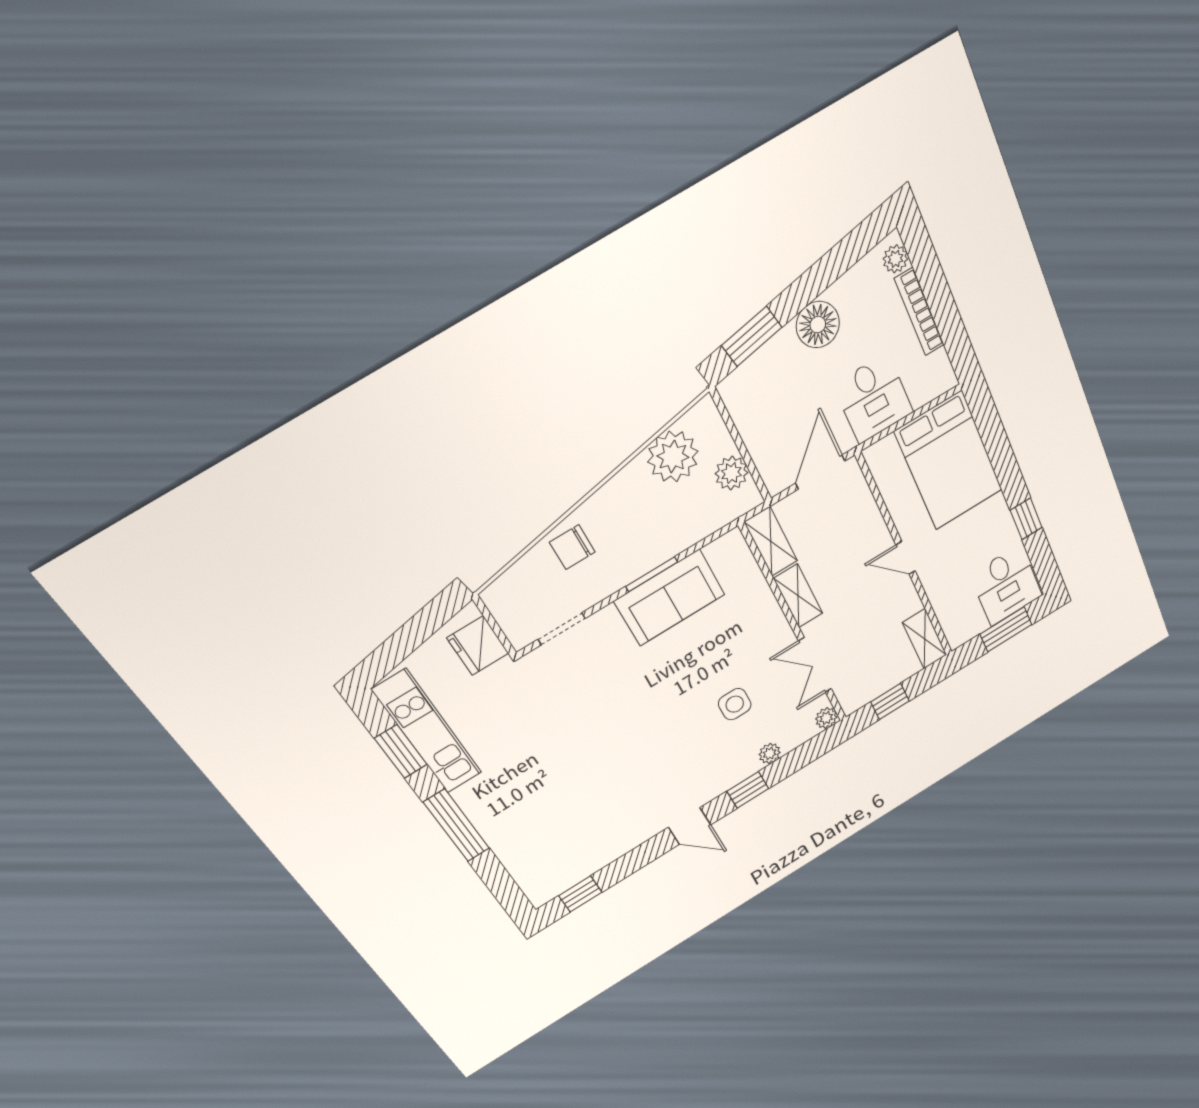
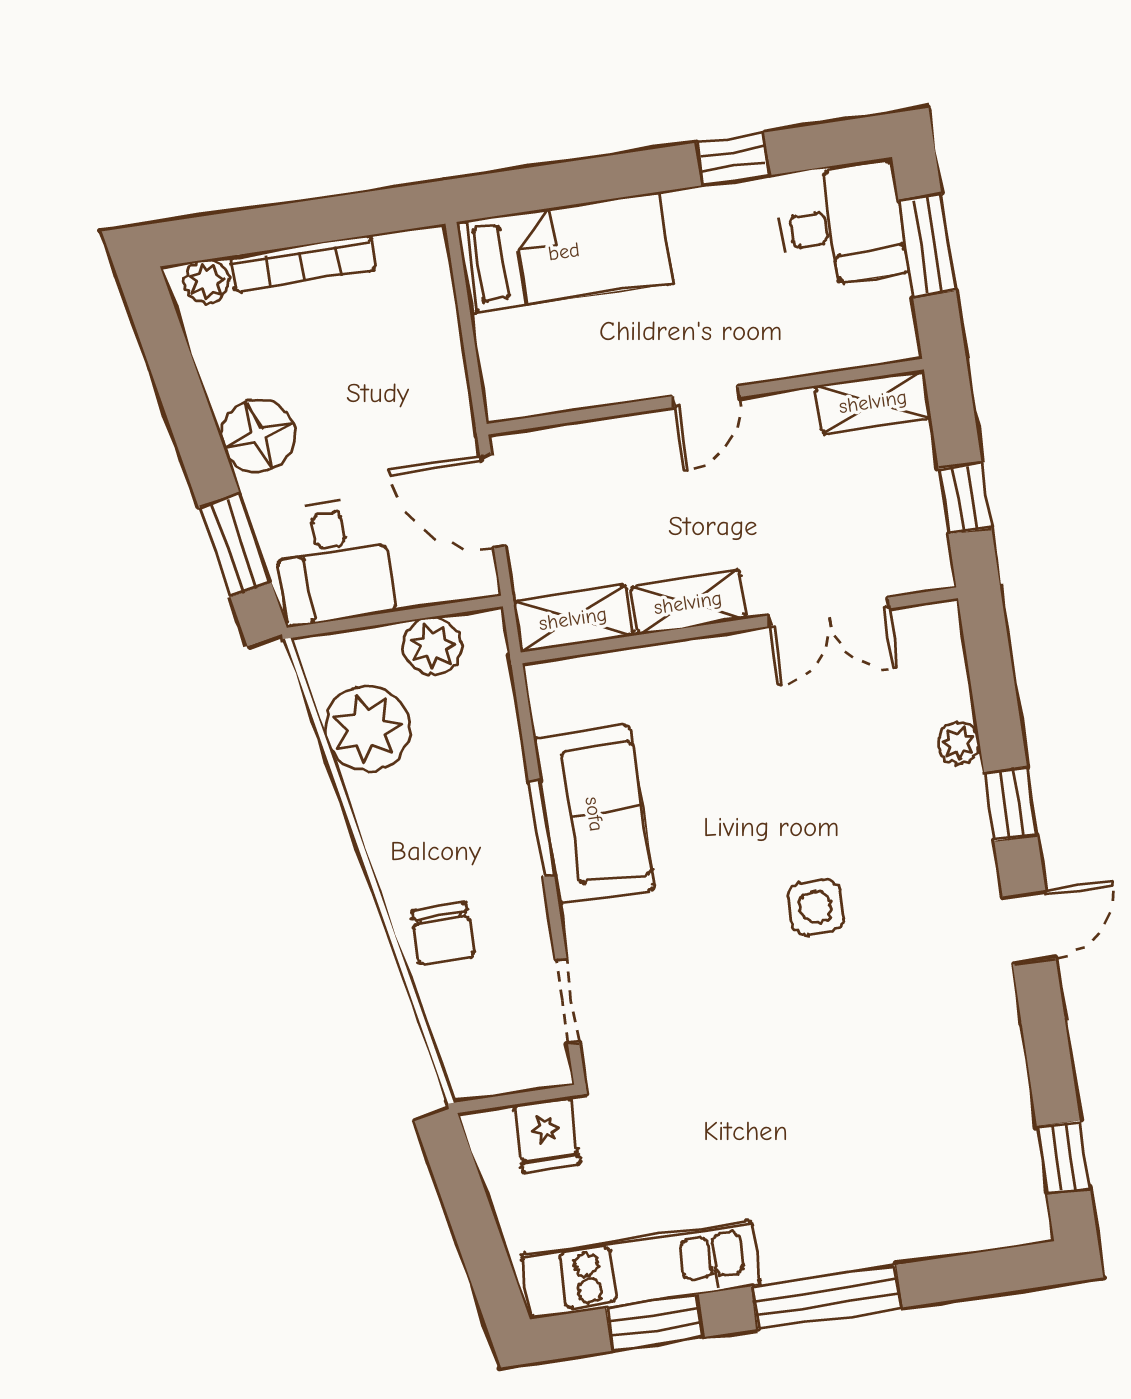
desk: (873, 399) -> (333, 562), moved, turned 90
bed: (949, 461) -> (564, 252), width x0.67
fridge: (478, 646) -> (546, 1135), width x0.72
side table: (735, 704) -> (816, 907), moved
plant: (826, 718) -> (940, 622), removed

